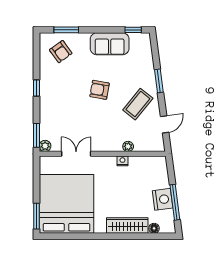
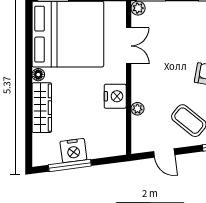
nightstand: (122, 161) -> (115, 96), width x1.89, depth x1.79
floor lamp: (154, 228) -> (38, 75), moved

